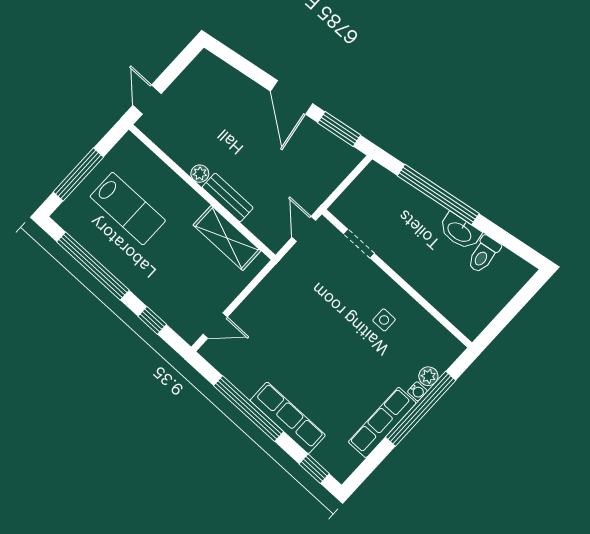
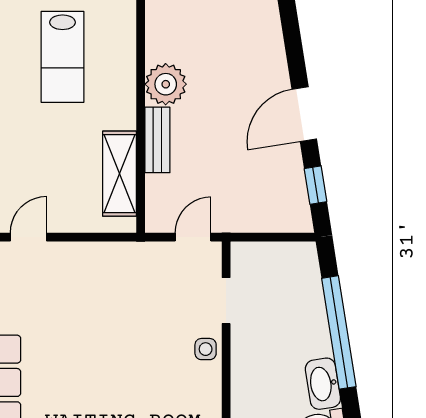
window: (339, 129) -> (316, 185), width x0.67
plant: (200, 174) -> (166, 84), width x1.87, depth x1.87
side table: (384, 320) -> (206, 349), moved
door: (215, 326) -> (28, 237), swing flipped

